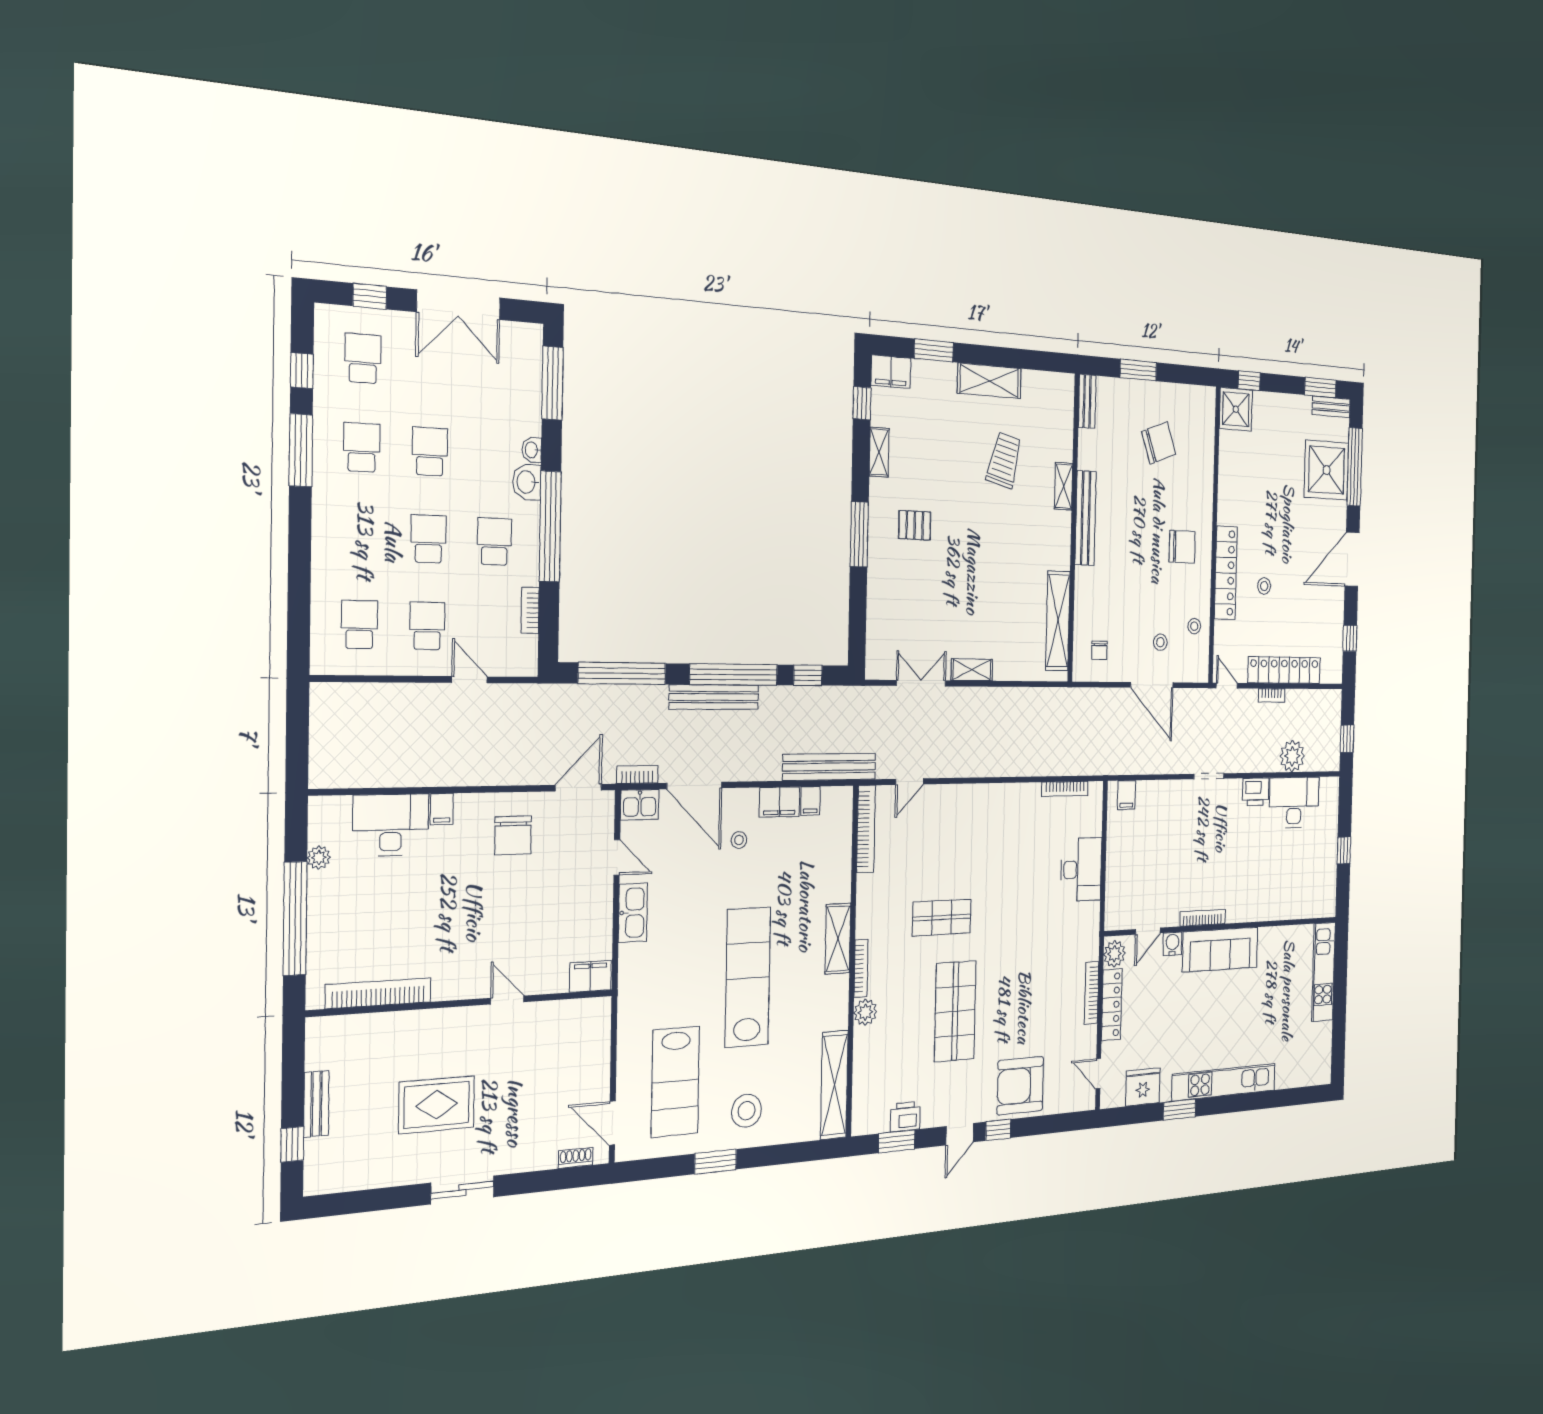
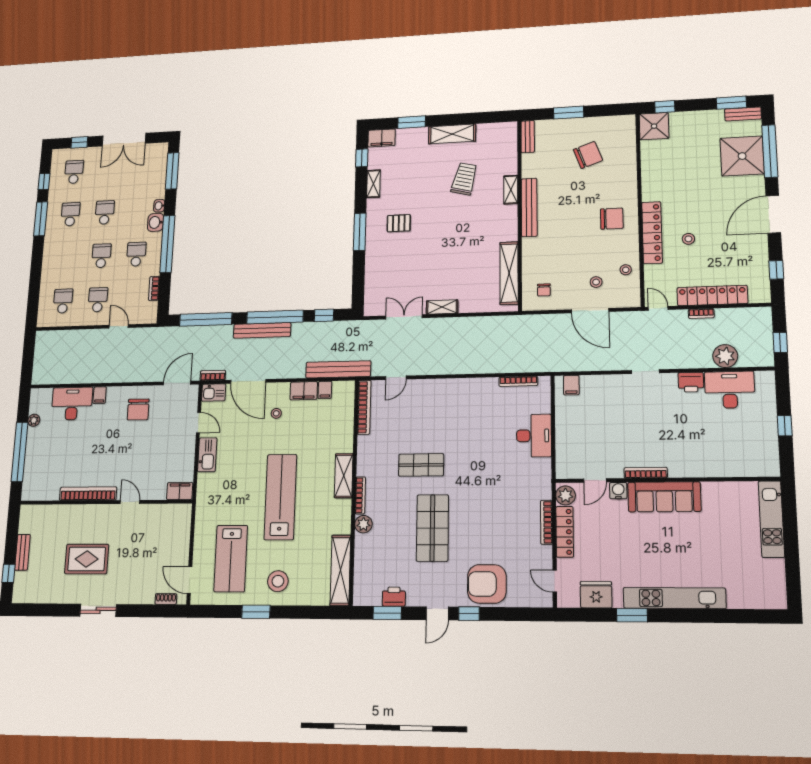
bookcase: (378, 993) -> (88, 494), moved

